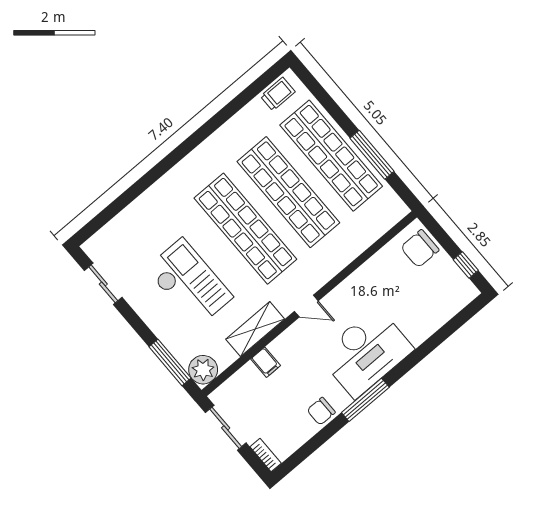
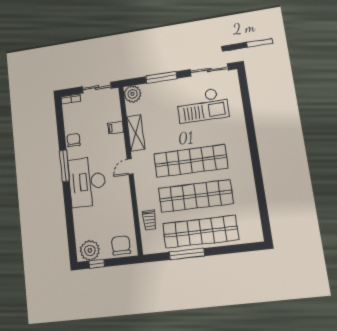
trolley: (278, 94) -> (149, 220), moved
checkout: (189, 283) -> (202, 105), moved
sliding door: (103, 284) -> (209, 70), width x1.37
plant: (455, 286) -> (90, 250), added
window: (170, 362) -> (161, 77), moved

